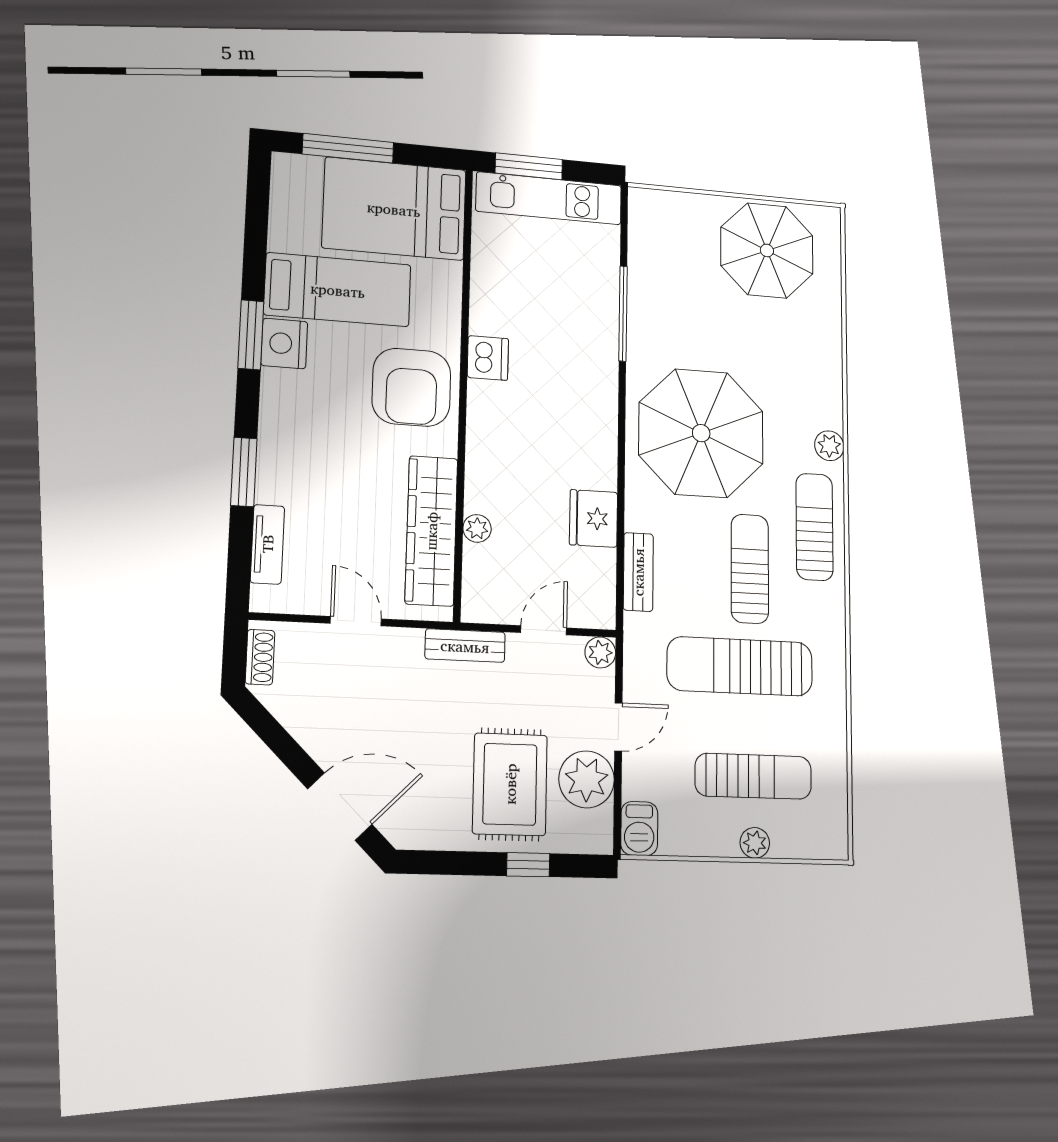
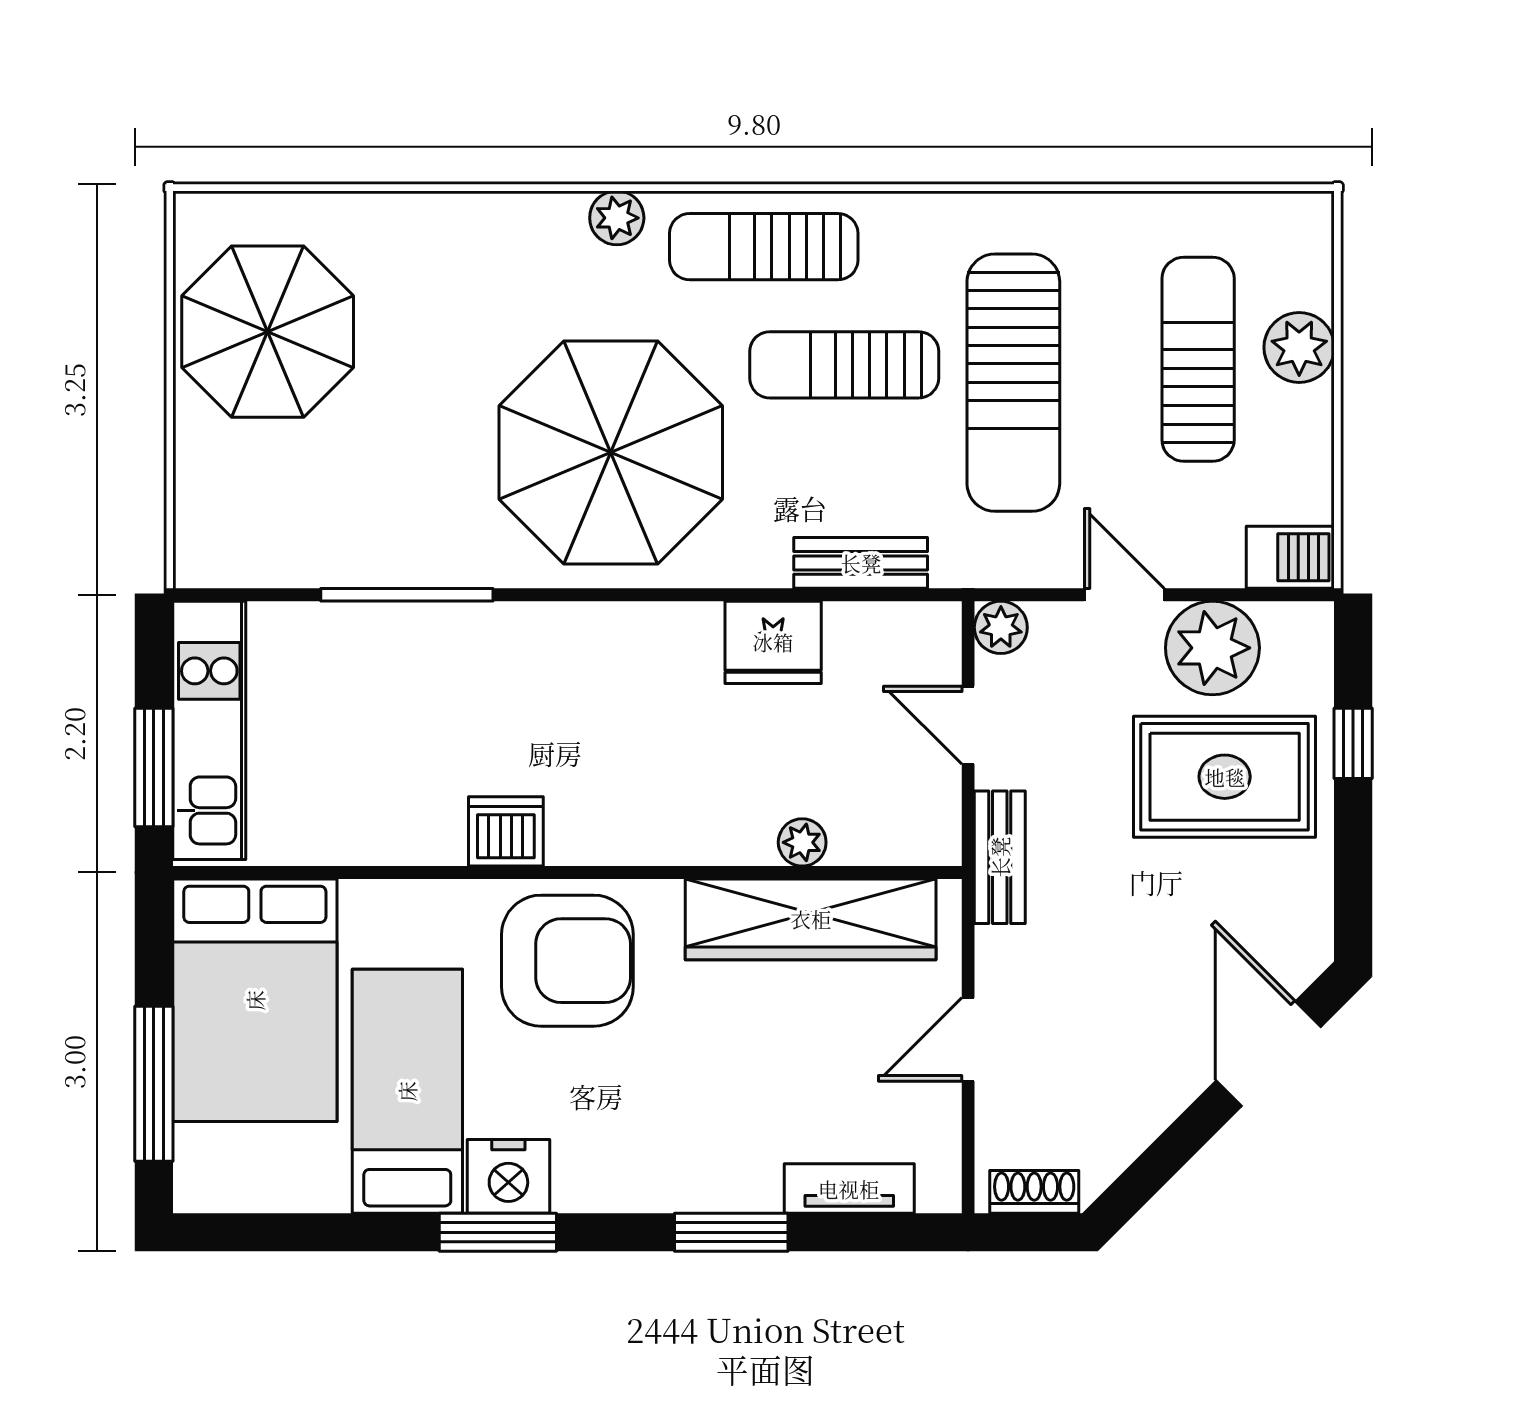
plant: (755, 843) -> (1299, 347), width x1.38, depth x1.38

